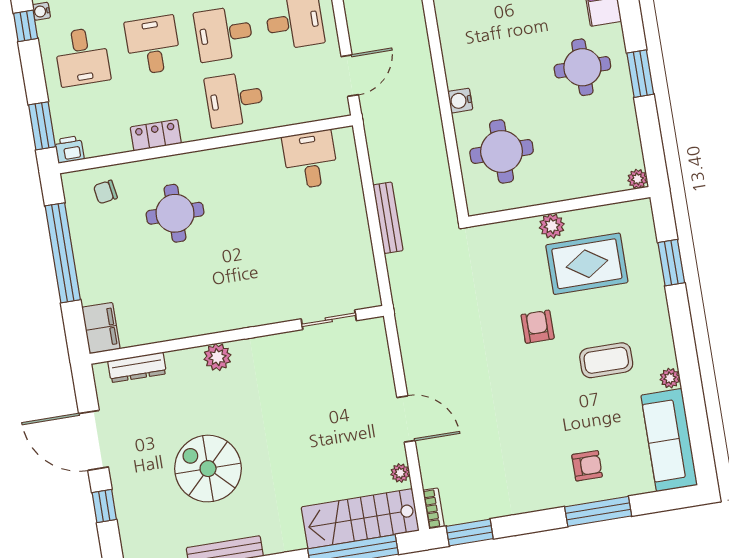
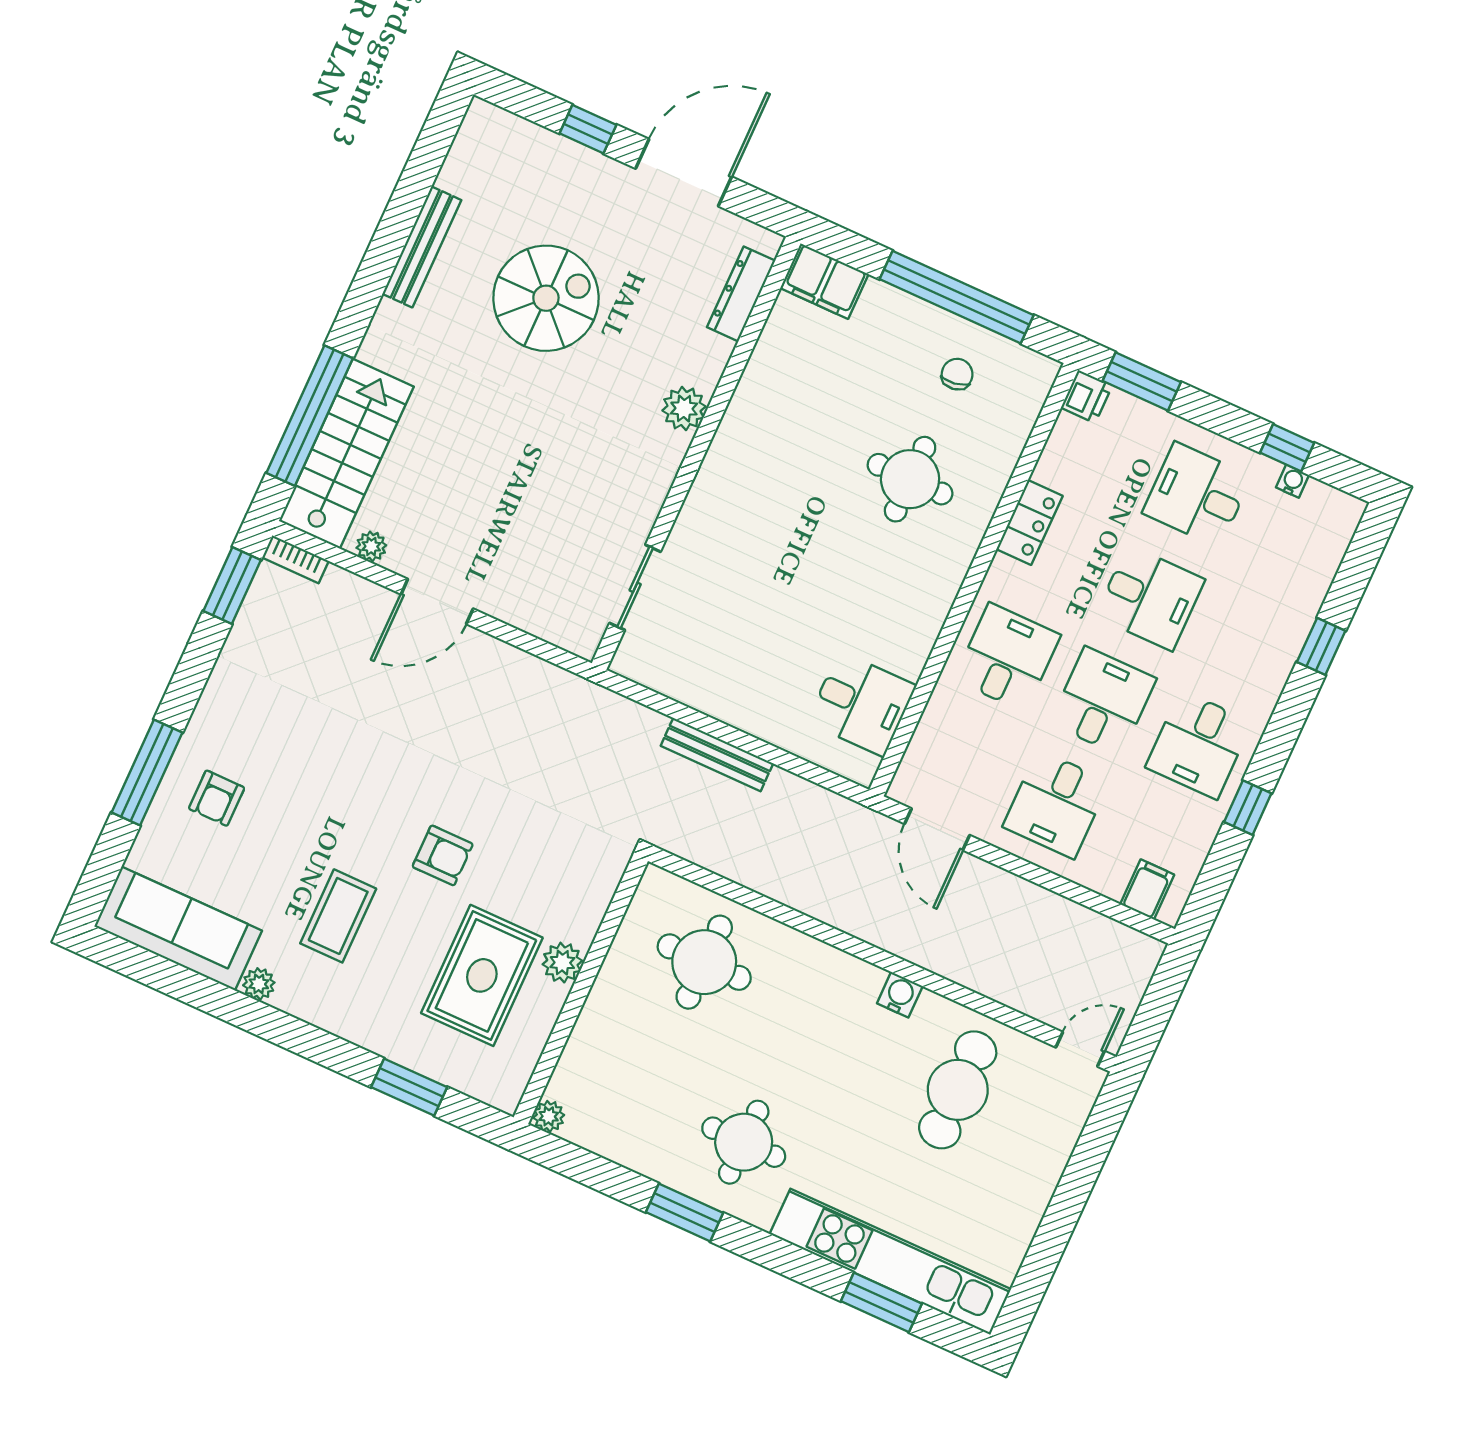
water cooler: (460, 101) -> (900, 995), moved
chair: (105, 192) -> (957, 374), moved

